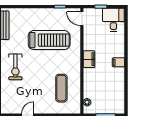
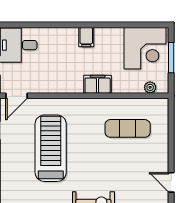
filing cabinet: (89, 59) -> (98, 84), moved
corner desk: (111, 99) -> (145, 48), added

